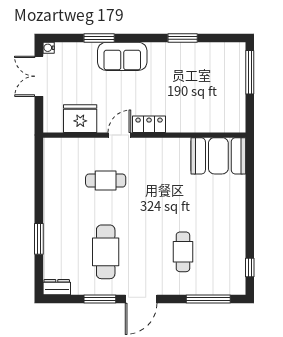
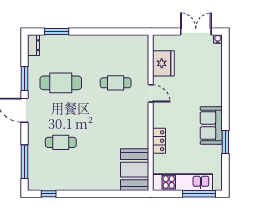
window: (99, 38) -> (225, 78), removed
sofa: (122, 56) -> (211, 125), moved
kitchen unit: (235, 94) -> (182, 182), added
locker: (149, 124) -> (159, 141), moved
cafe table: (106, 181) -> (116, 83), turned 90
window: (39, 239) -> (57, 32), moved

